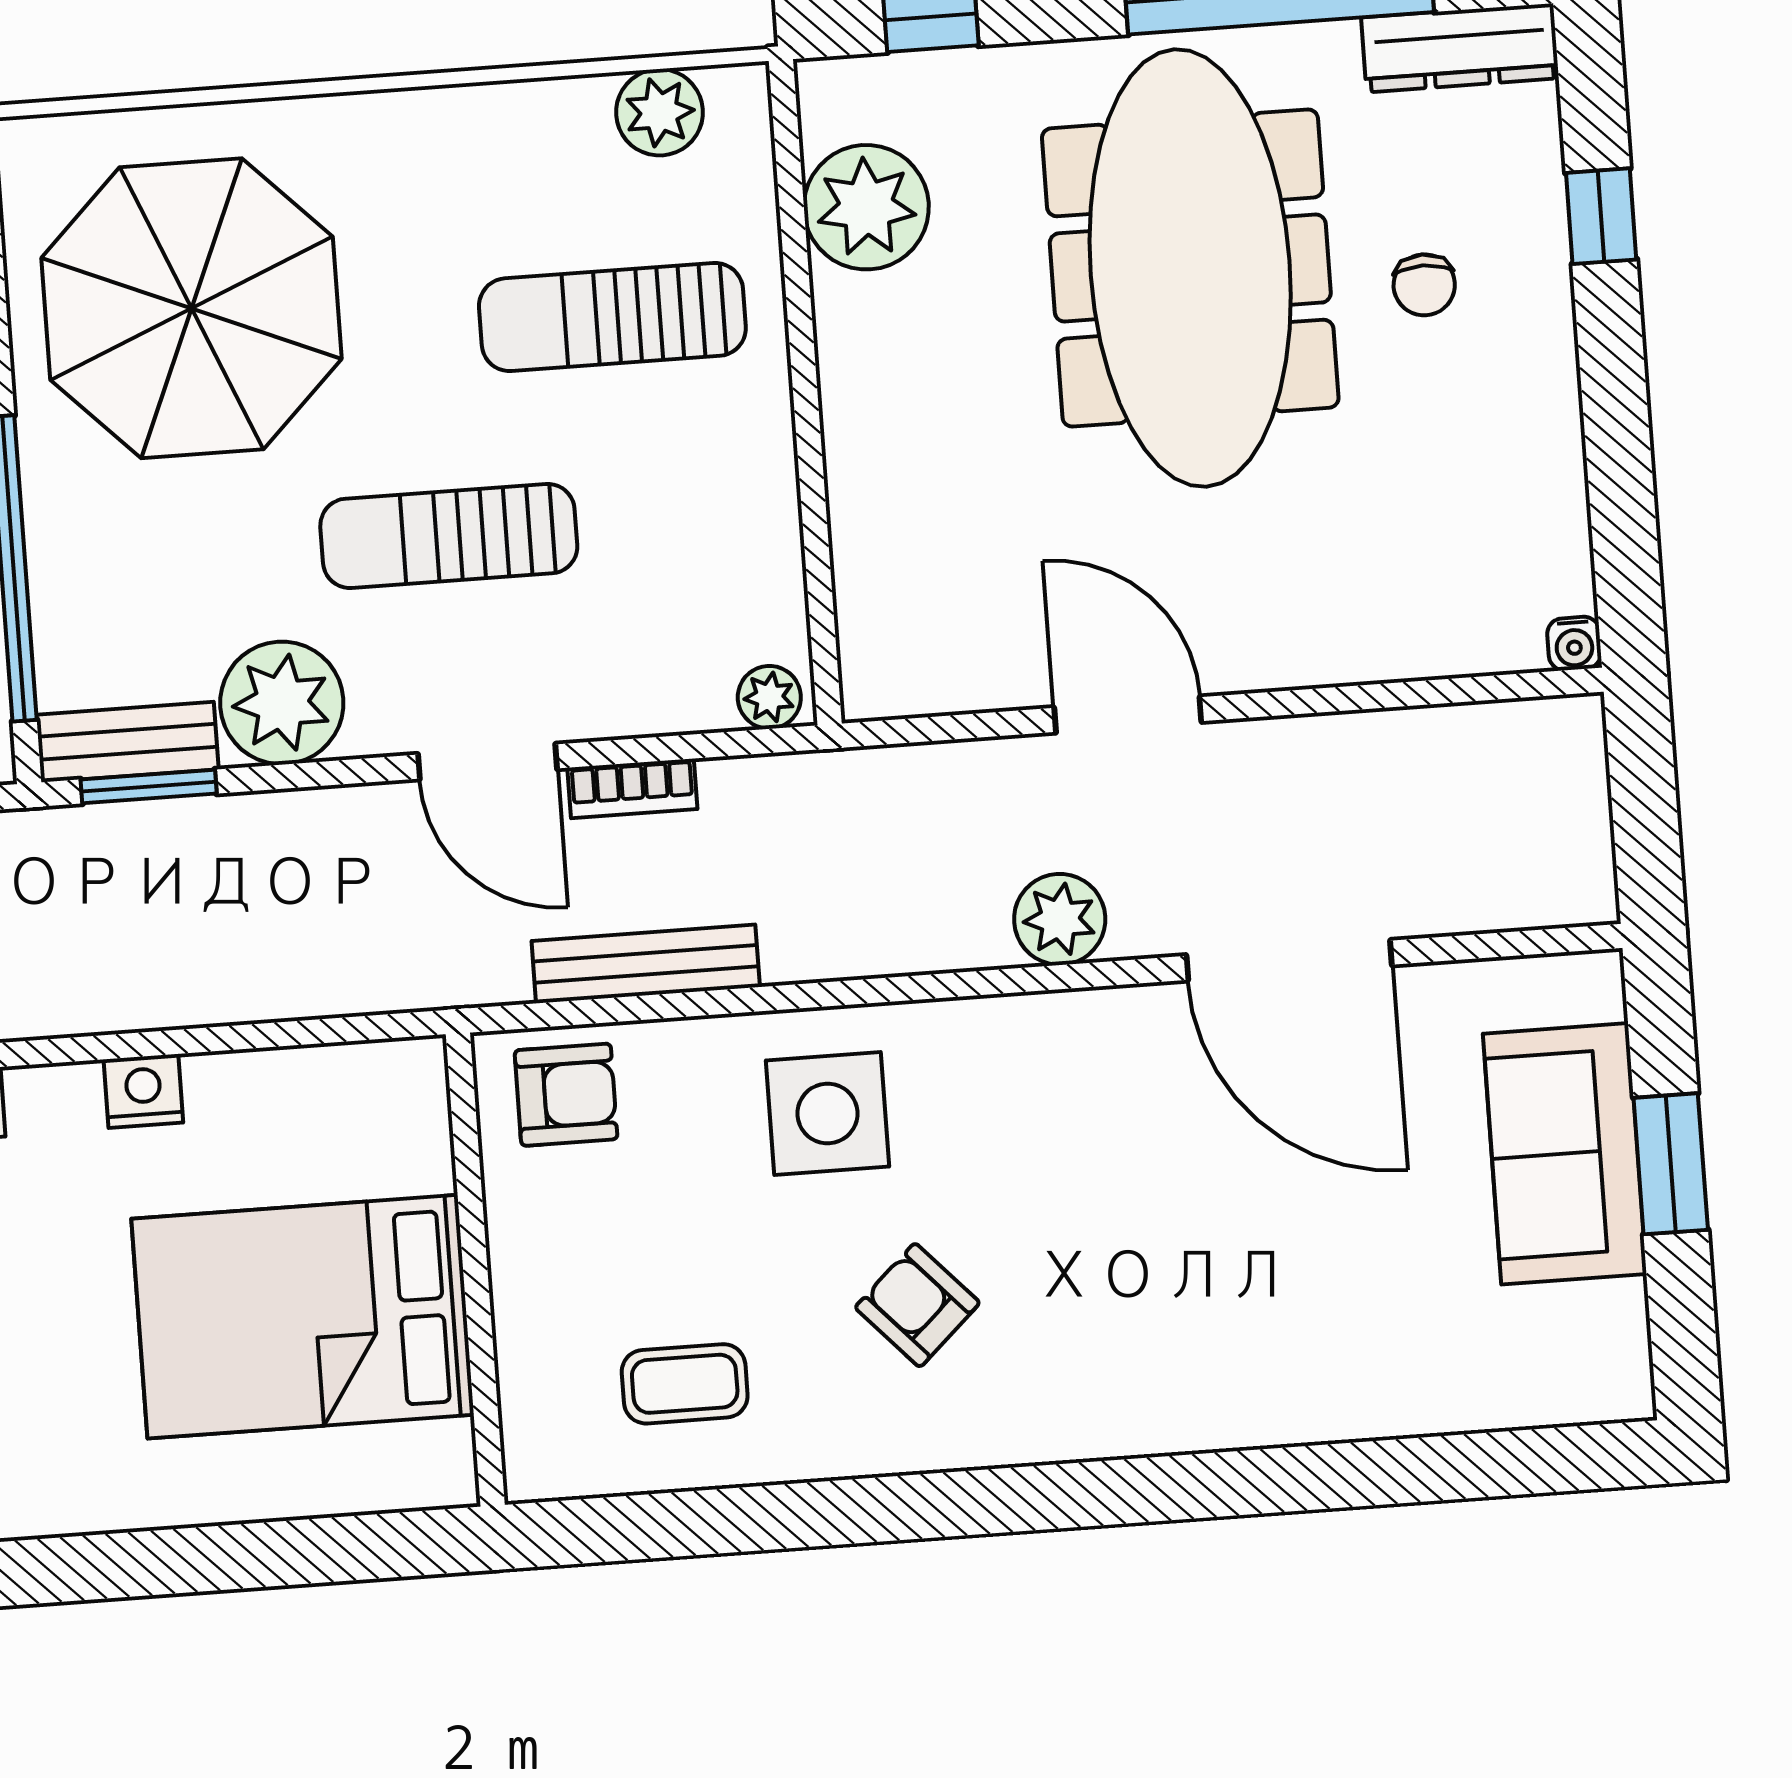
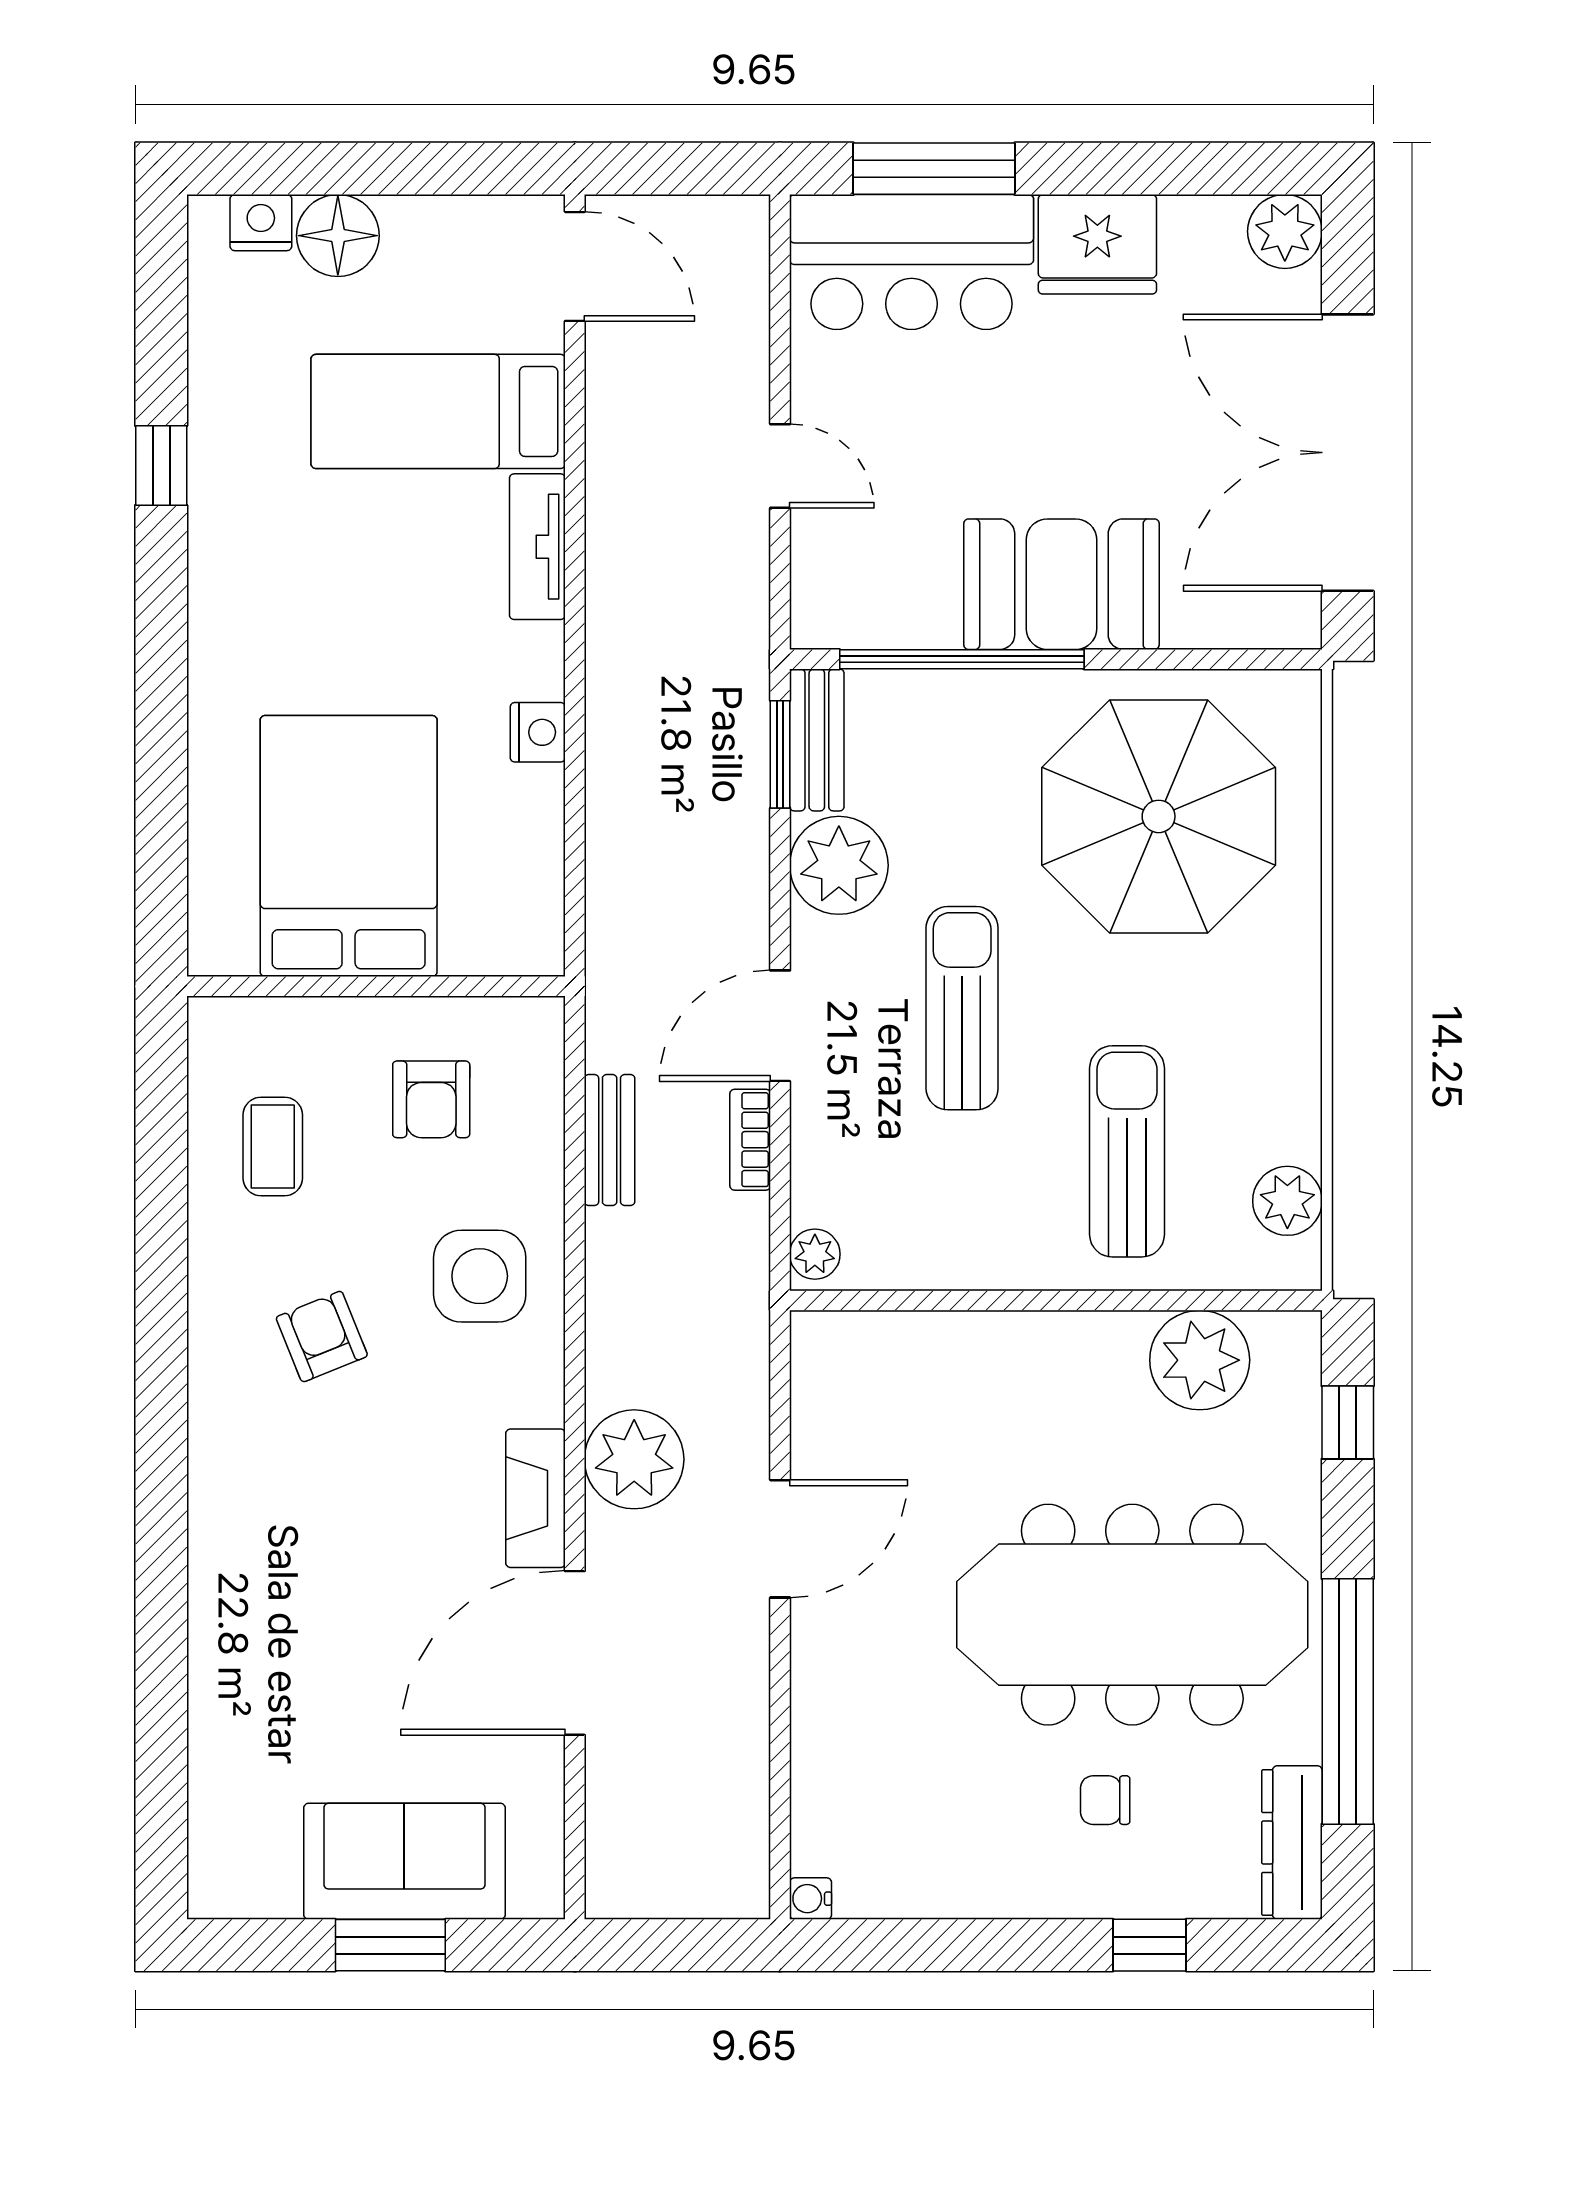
plant: (1060, 919) -> (634, 1459), width x1.36, depth x1.36
bench: (646, 964) -> (610, 1140), width x0.73
fireplace: (1100, 1023) -> (536, 1498), added
armchair: (566, 1095) -> (431, 1099), moved
armchair: (917, 1305) -> (322, 1337), turned -69

